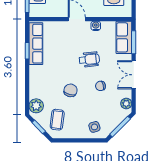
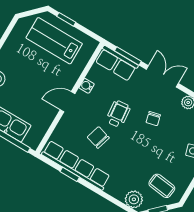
row of seats: (36, 44) -> (76, 165), width x1.36
double door: (134, 75) -> (162, 76), swing flipped
chair: (70, 90) -> (98, 138), moved

